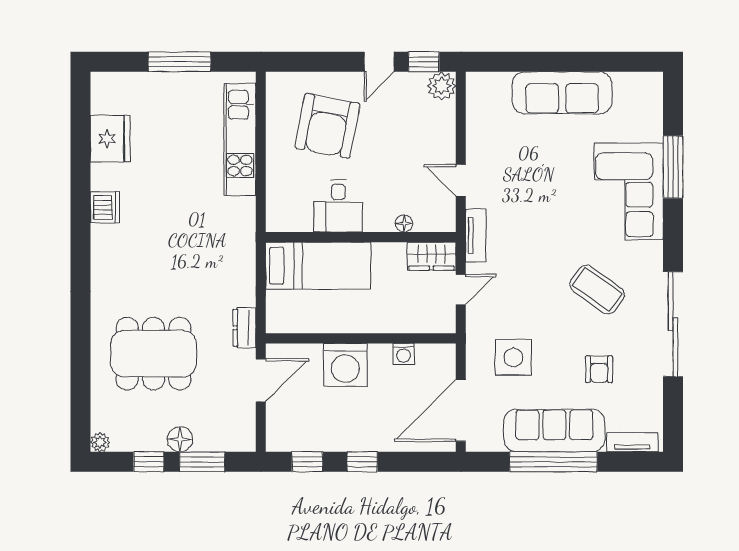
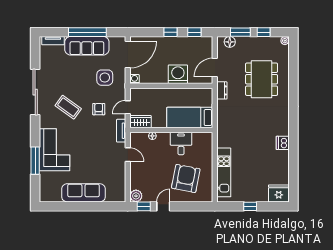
window: (180, 62) -> (250, 206), width x0.46
fridge: (110, 139) -> (279, 193), moved, turned 90
dining table: (153, 354) -> (262, 79), turned 90
washing machine: (404, 354) -> (134, 79), moved
armchair: (599, 369) -> (99, 109), moved
floor lamp: (180, 439) -> (230, 42), moved

